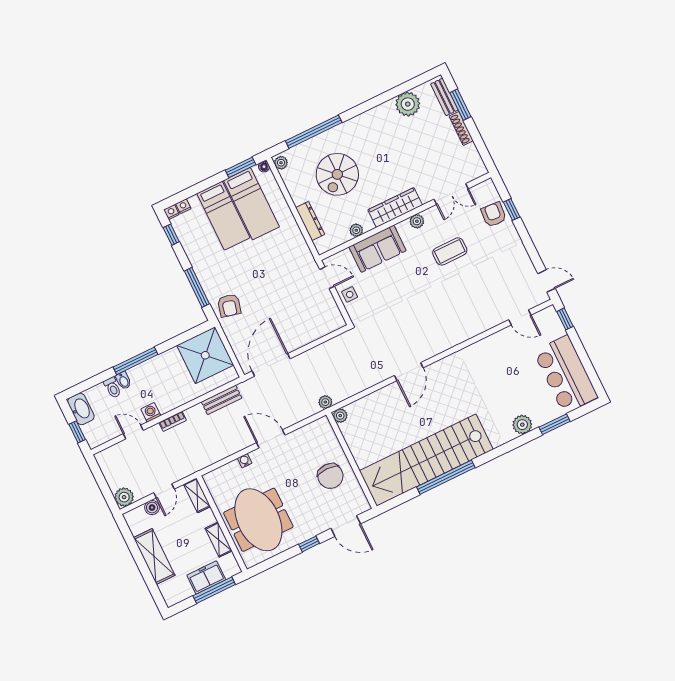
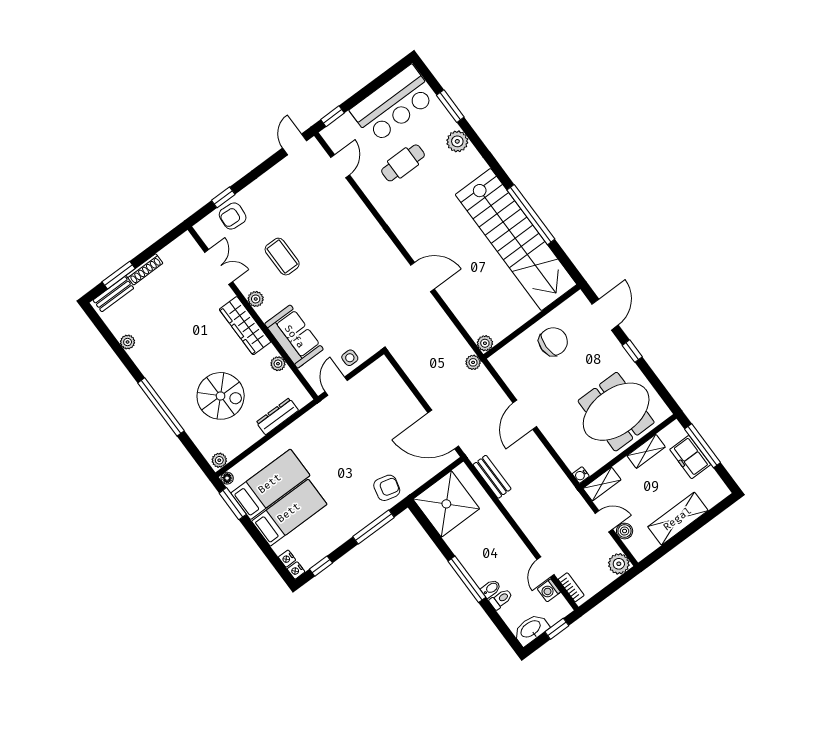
plant: (408, 104) -> (128, 342), width x0.53, depth x0.53
window: (314, 132) -> (161, 407), moved
cafe table: (512, 373) -> (403, 163), added
washing machine: (151, 412) -> (549, 590), moved
bookcase: (173, 421) -> (571, 587), moved
water cooler: (245, 461) -> (581, 475), moved

